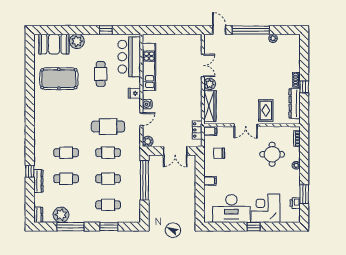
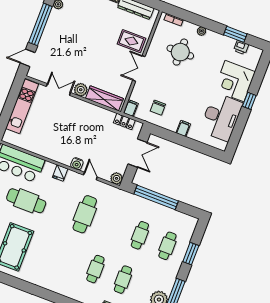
kitchen unit: (149, 67) -> (22, 106), moved, turned 90
cafe table: (101, 74) -> (26, 201), width x1.37, depth x1.35
double door: (246, 125) -> (139, 68), swing flipped
cafe table: (108, 153) -> (112, 225), removed

